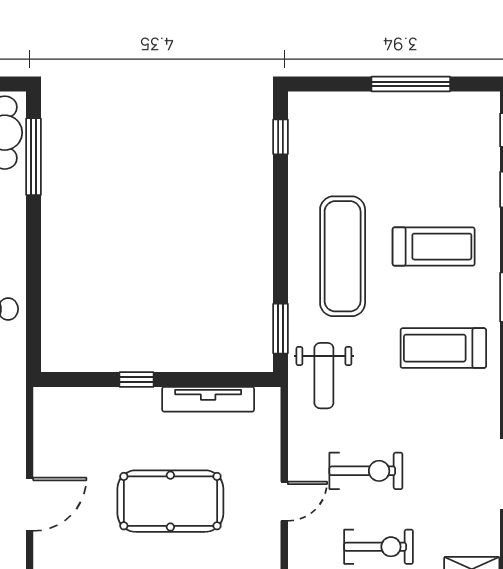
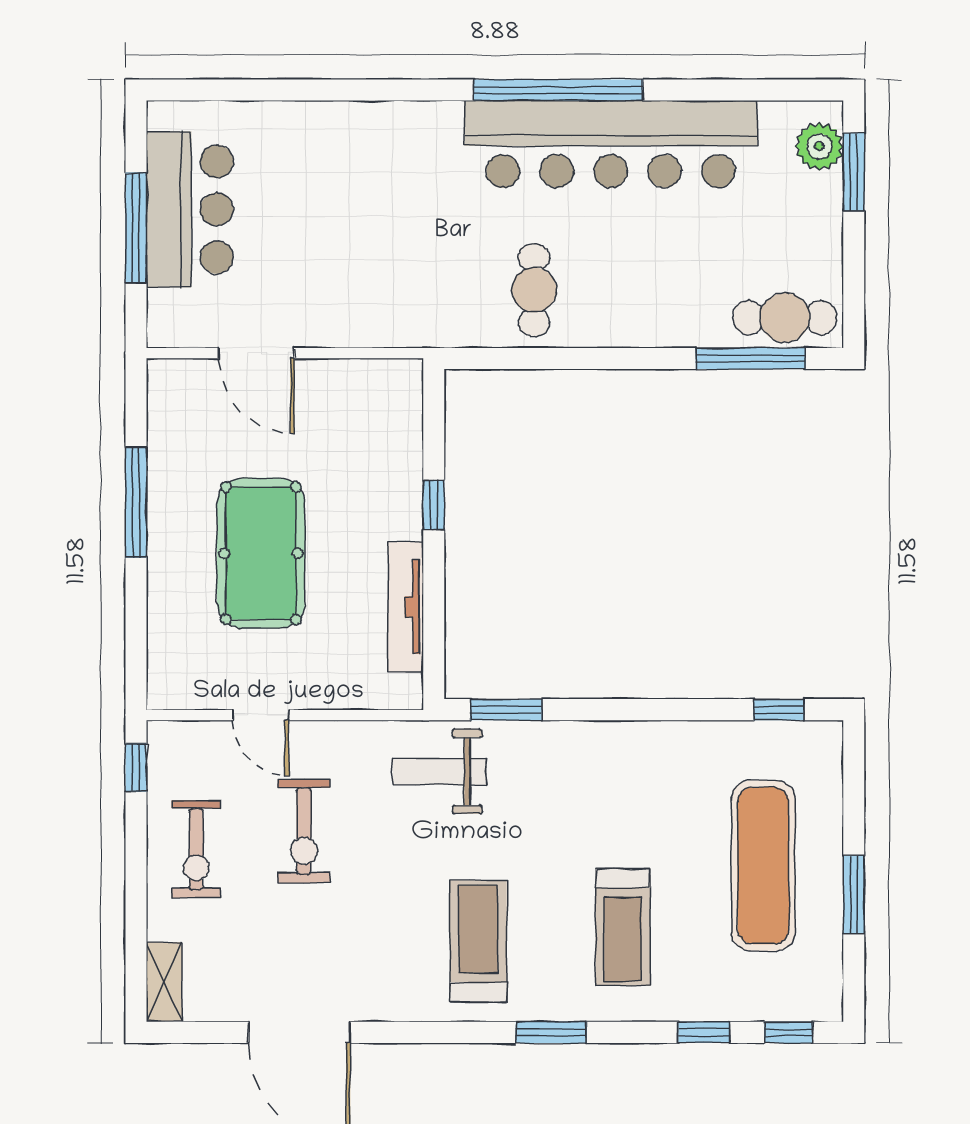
window: (411, 84) -> (854, 895), width x0.69
exercise mat: (343, 256) -> (763, 866), moved, turned 90

